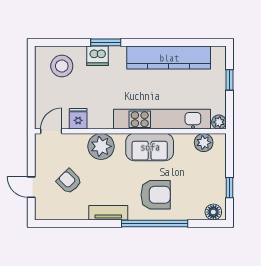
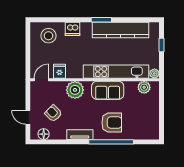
window: (106, 42) -> (101, 20), moved
window: (229, 188) -> (161, 118), removed
floor lamp: (213, 212) -> (44, 134), moved

